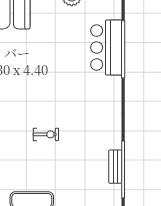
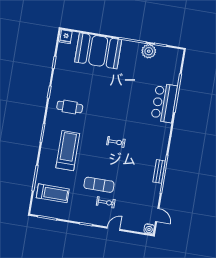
bar counter: (106, 48) -> (164, 103), moved

